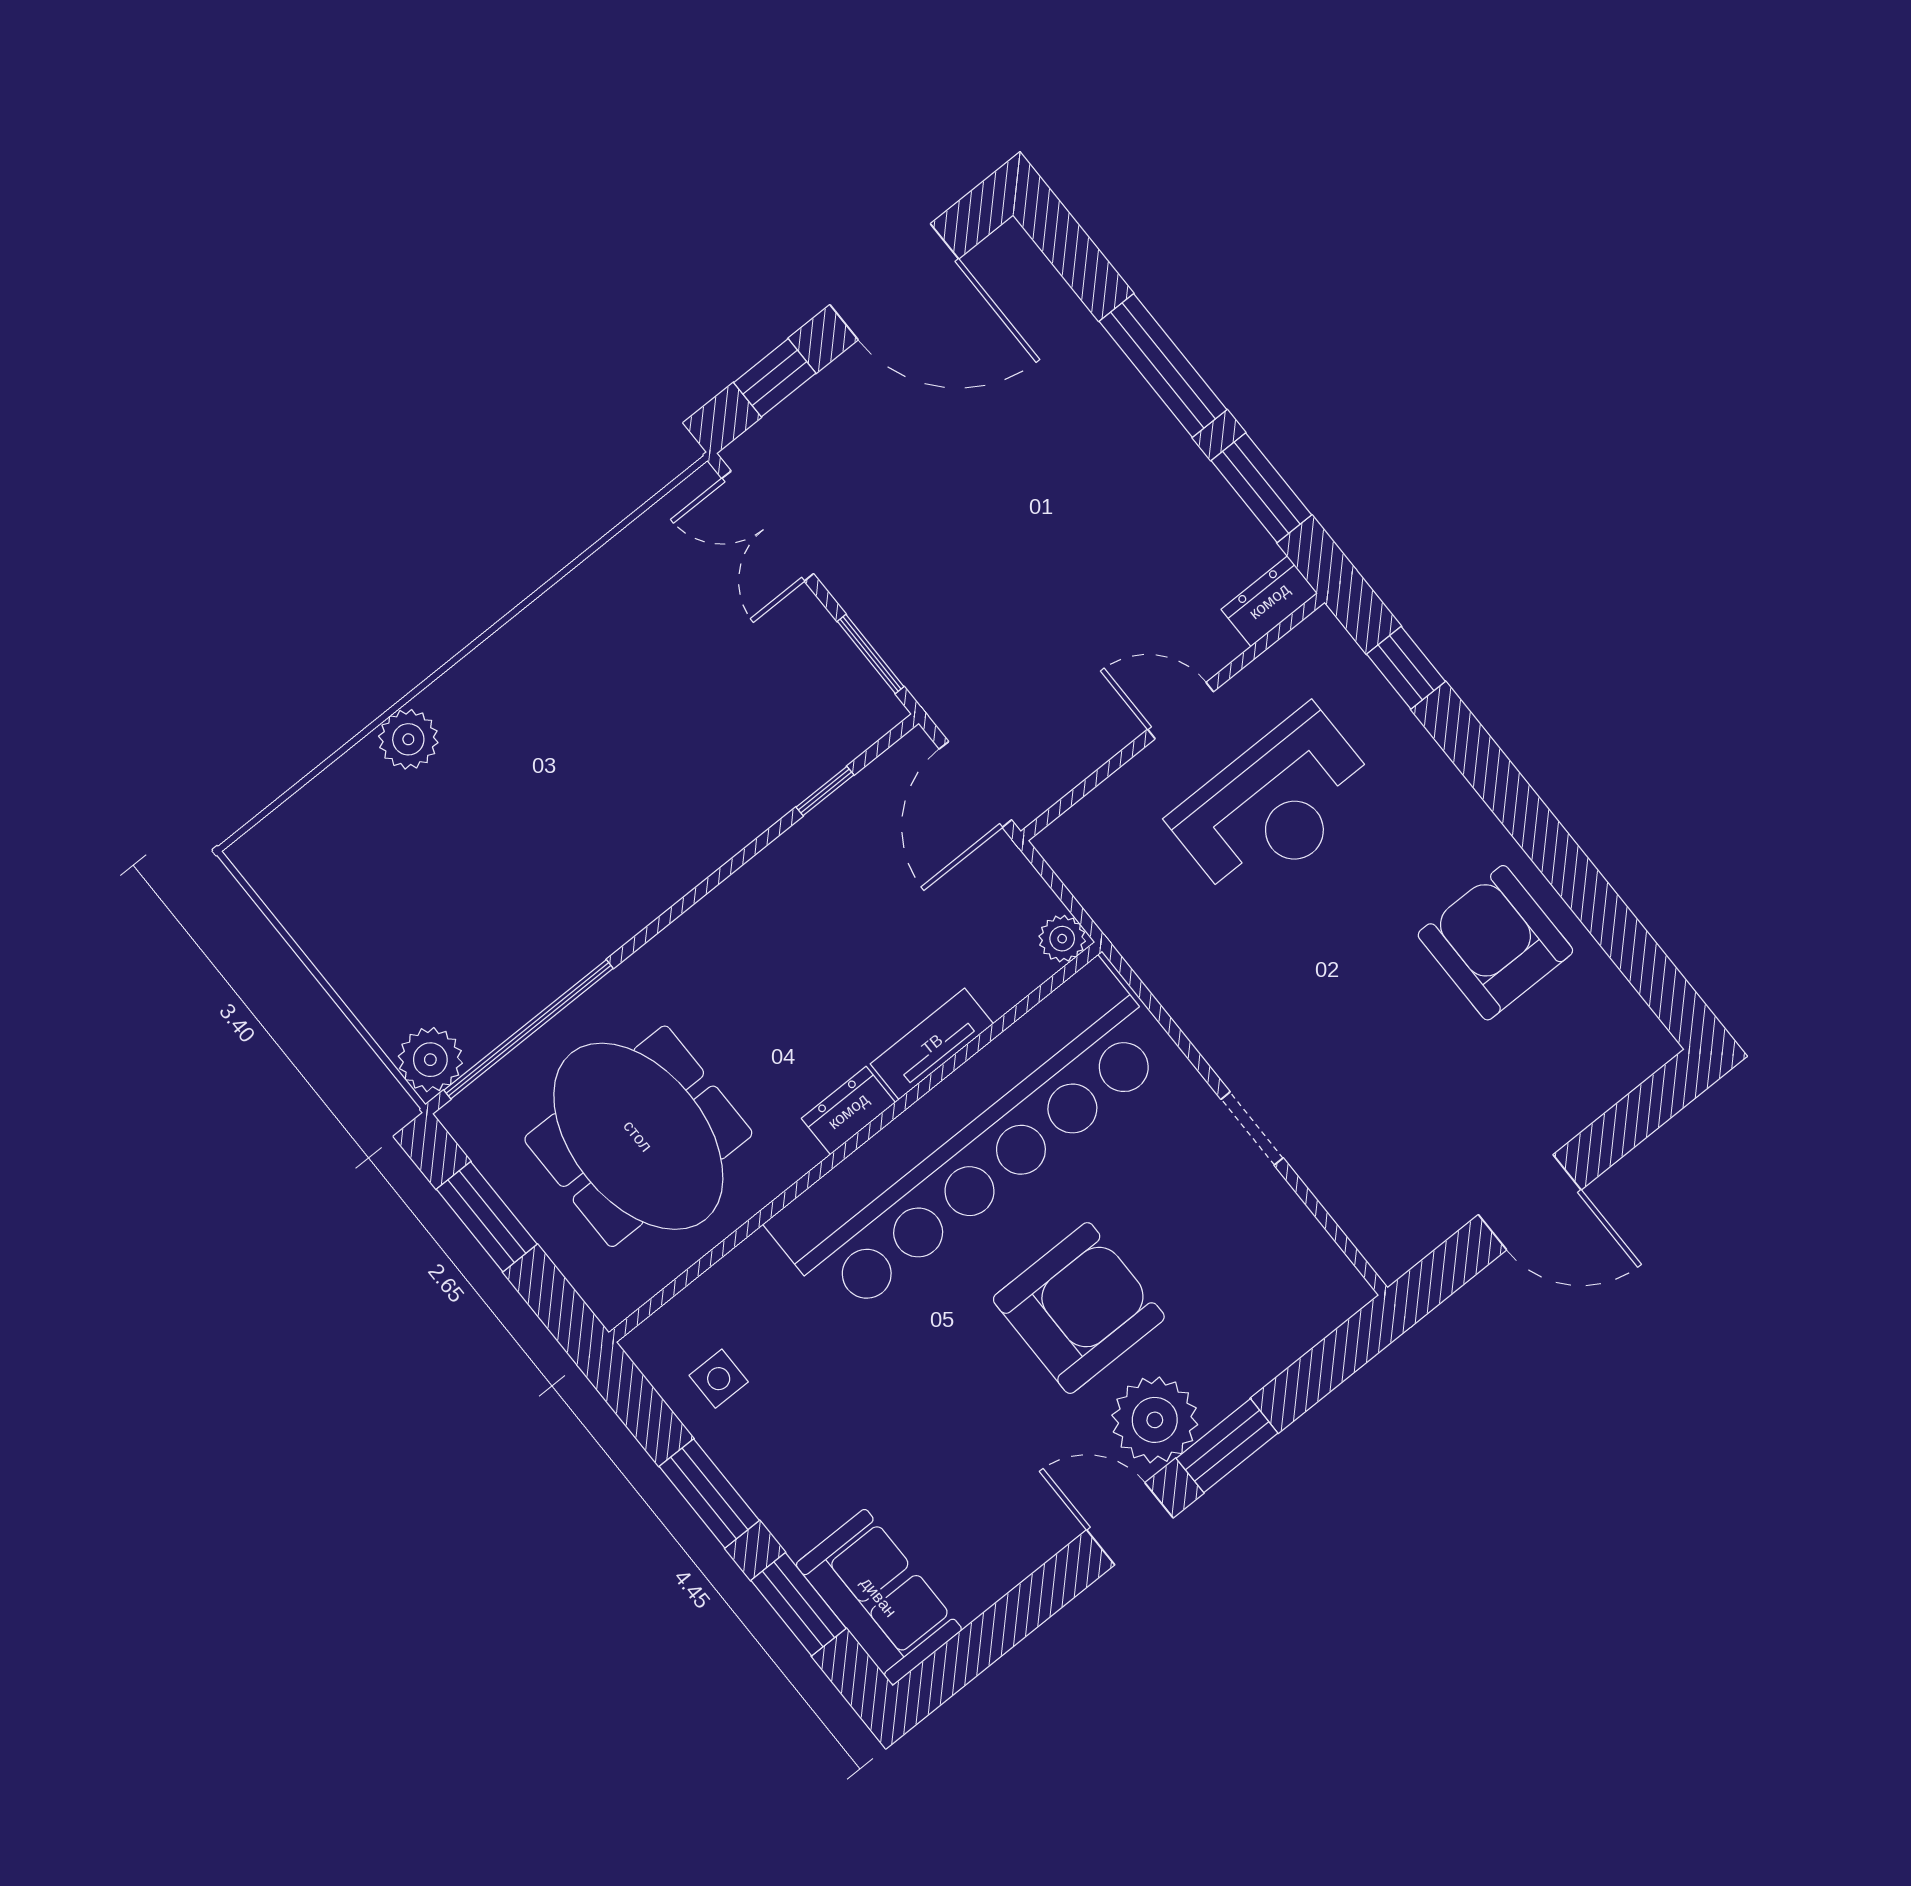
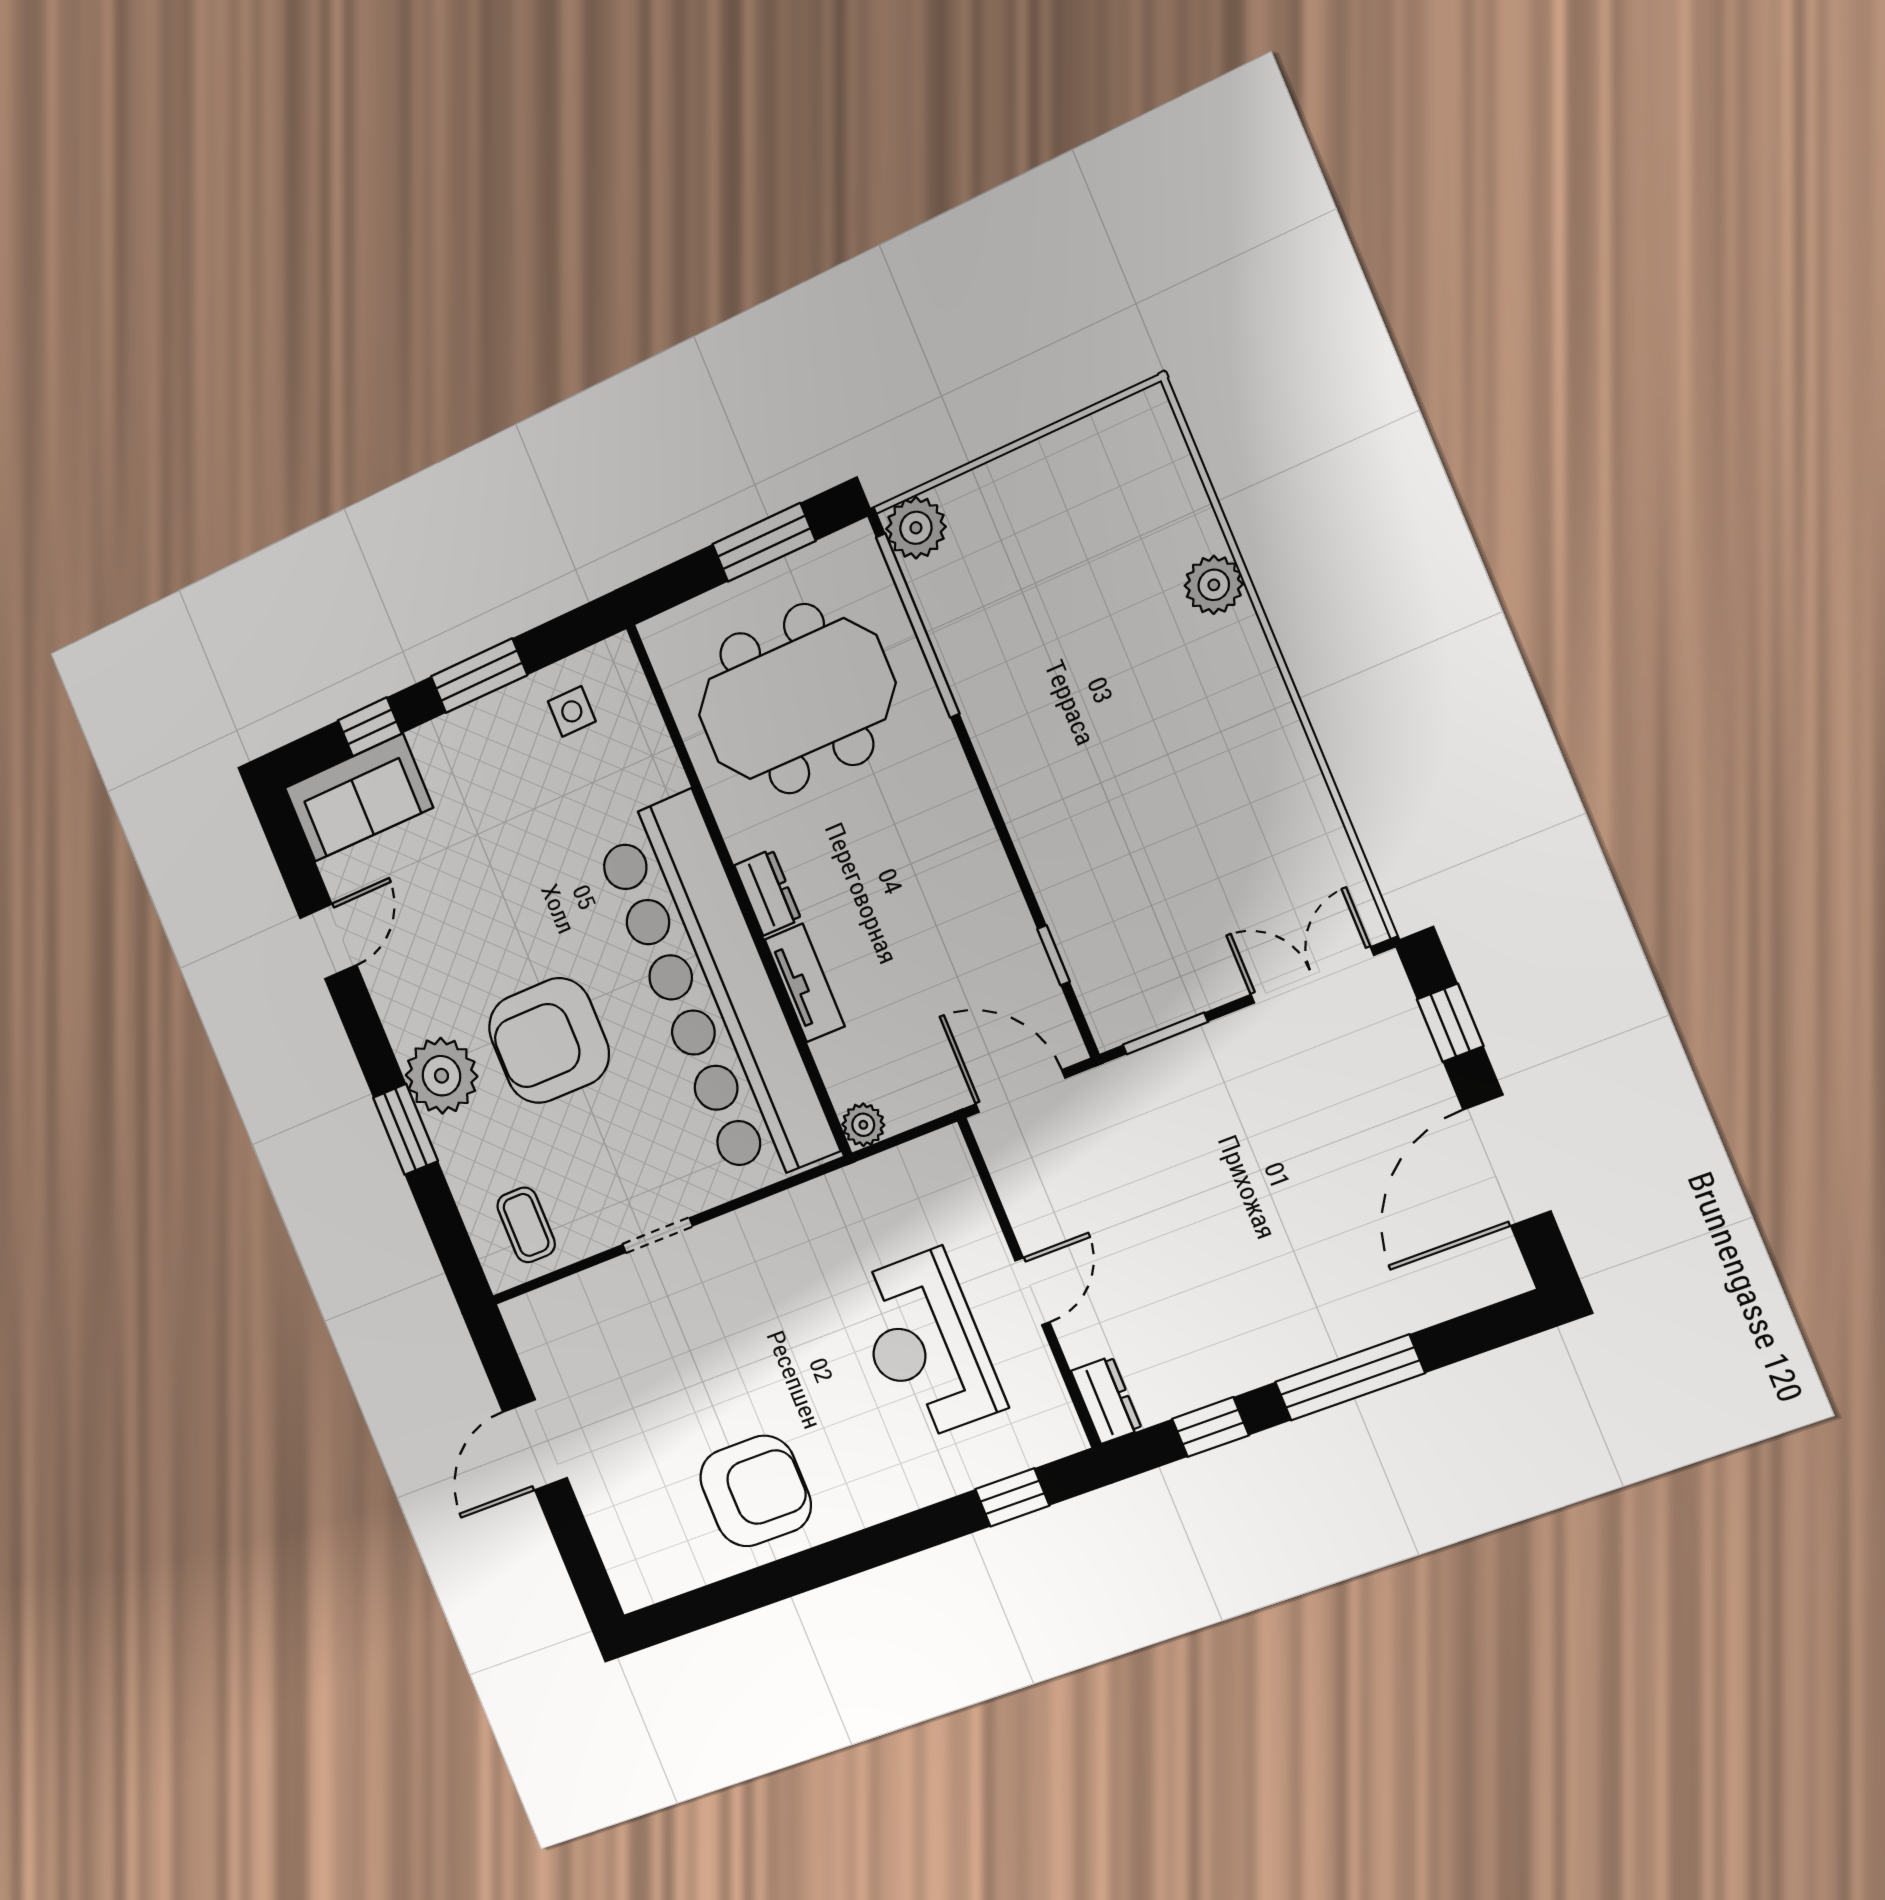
window: (1261, 488) -> (1210, 1427), width x0.67
coffee table: (1289, 1279) -> (526, 1225), added
armchair: (1079, 1308) -> (549, 1041), turned 90
door: (1130, 1524) -> (328, 942), moved
window: (798, 1604) -> (370, 727), width x0.67

